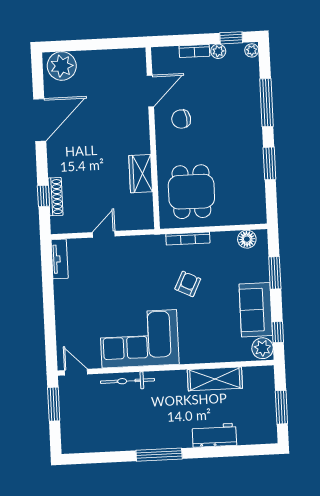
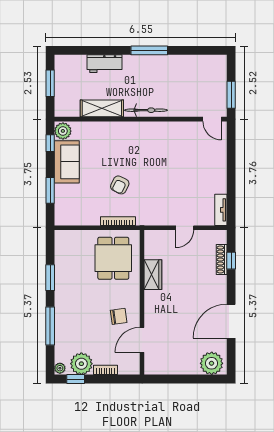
plant: (218, 51) -> (81, 364), width x1.88, depth x1.88
floor lamp: (247, 239) -> (71, 218), removed
corner sofa: (139, 339) -> (160, 143), removed
bicycle: (128, 381) -> (146, 110), moved

